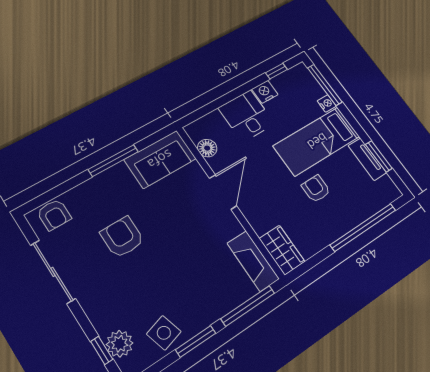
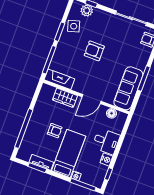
sofa: (160, 159) -> (128, 88), width x1.36
door: (223, 192) -> (91, 99), hinge flipped
armchair: (122, 237) -> (94, 51), moved, turned 180
wardrobe: (282, 250) -> (65, 98), moved

